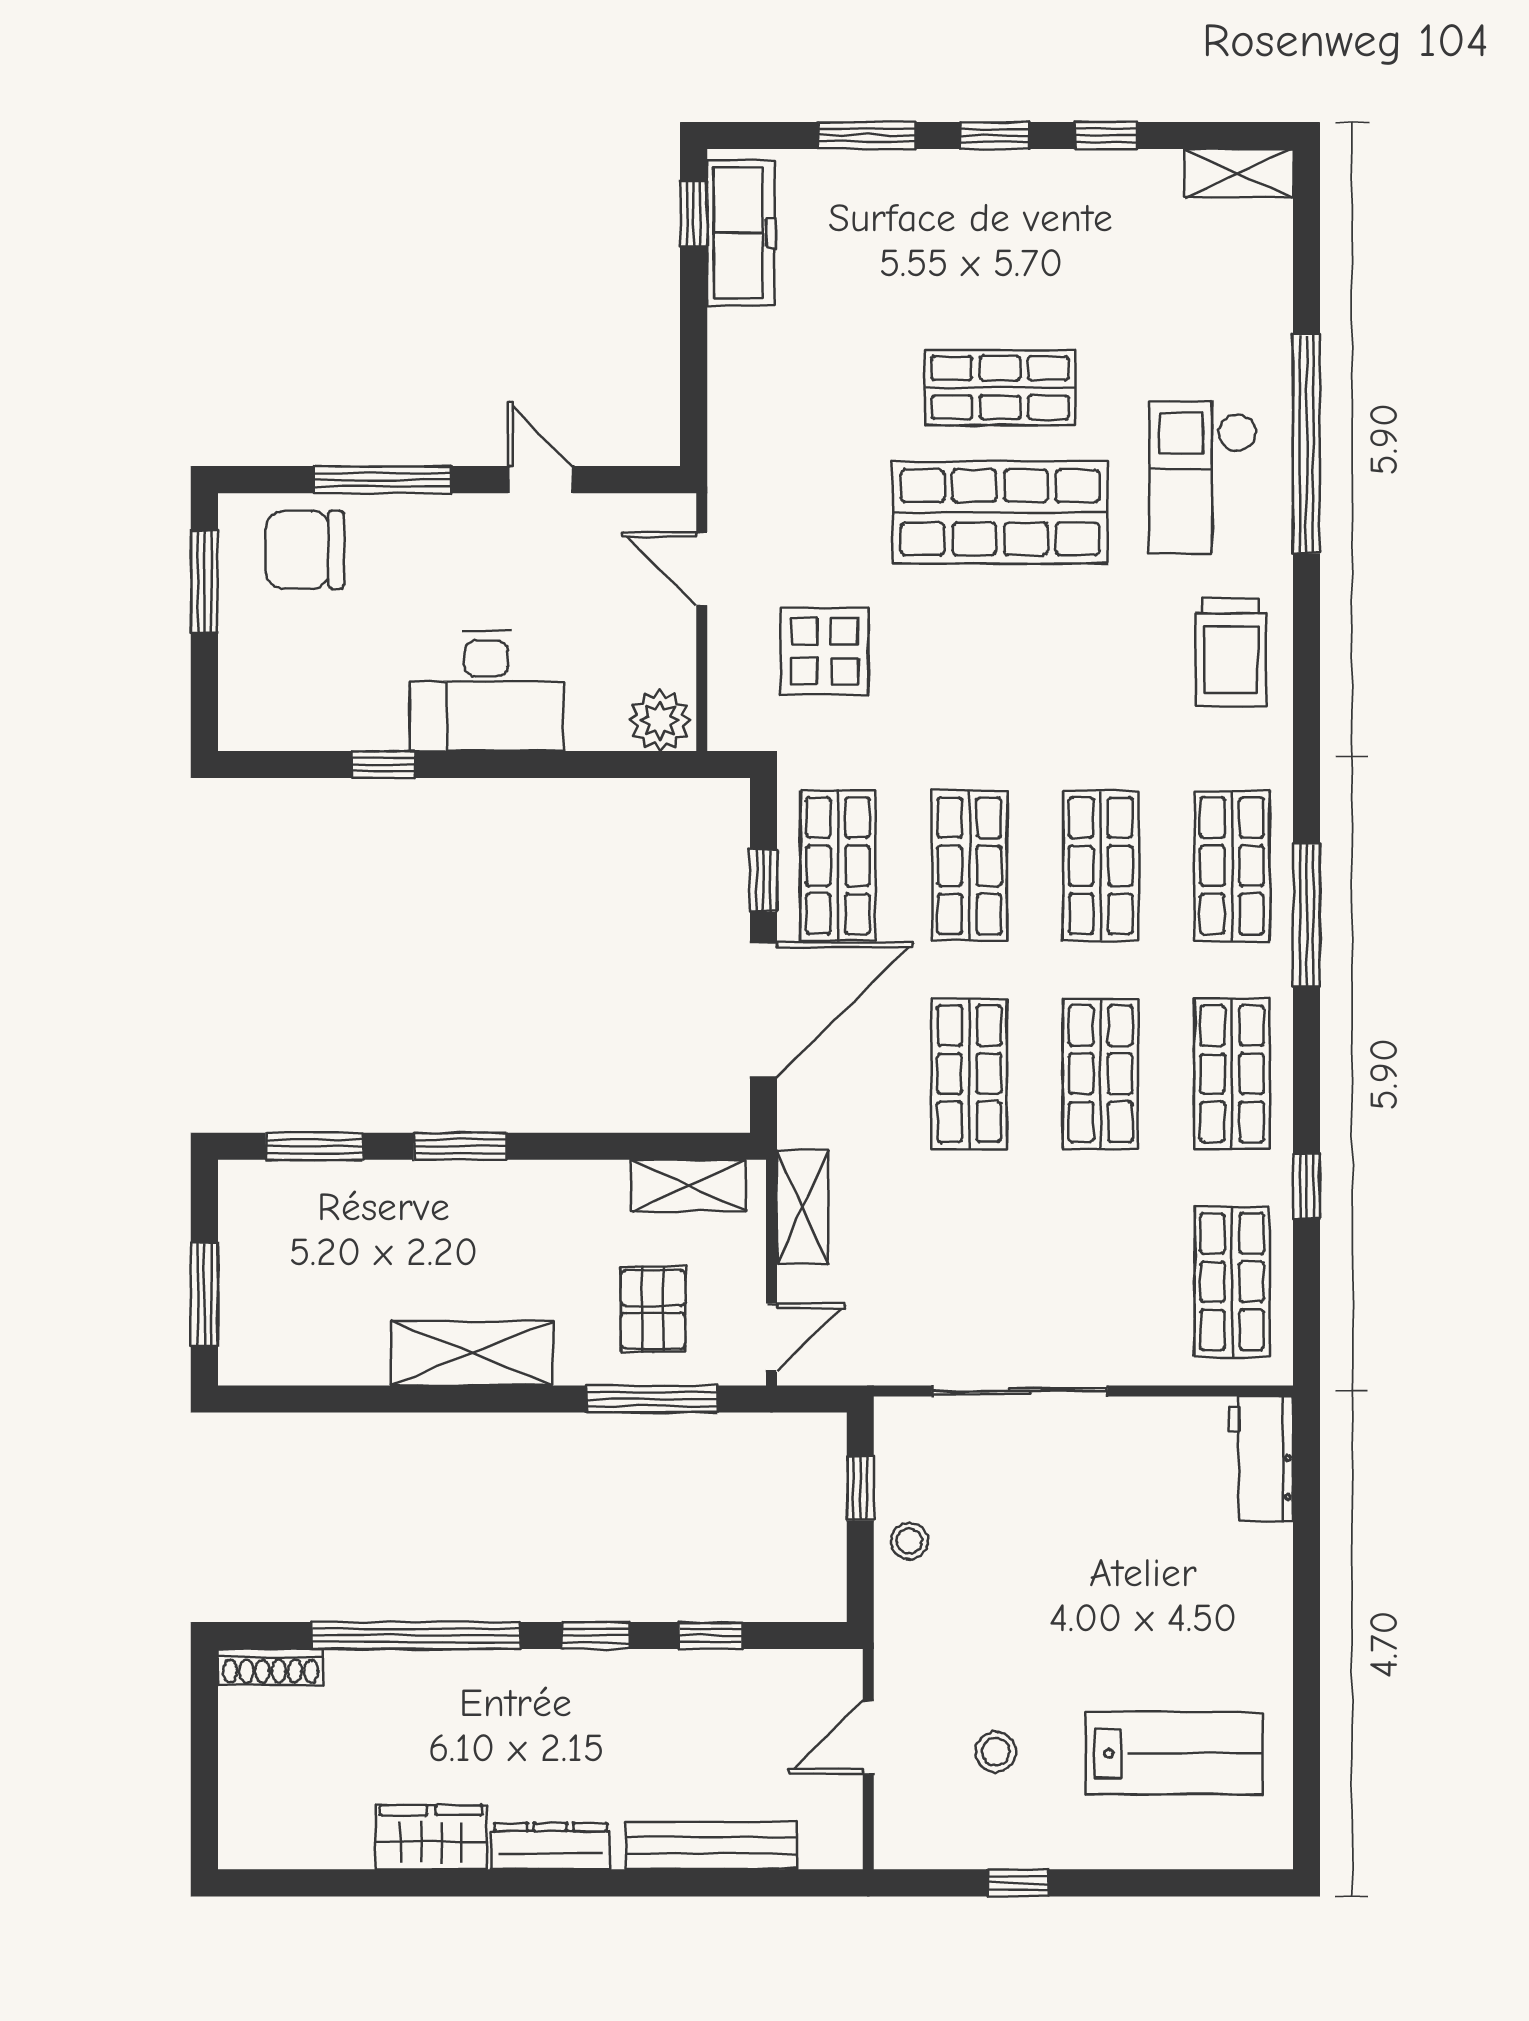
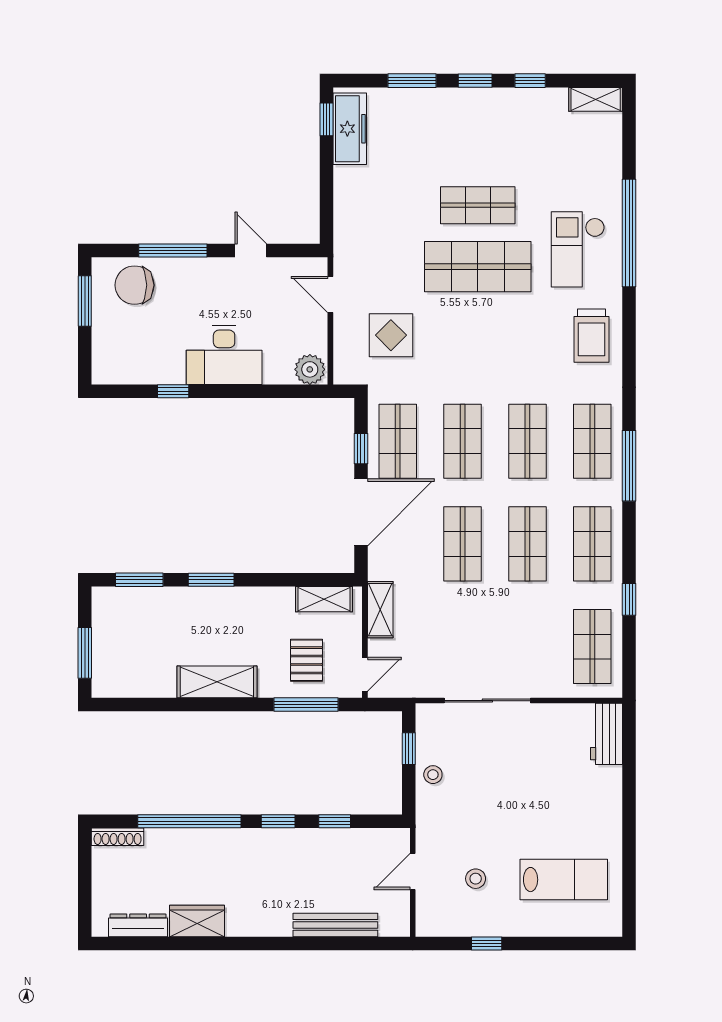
dresser: (551, 1846) -> (138, 925), moved

